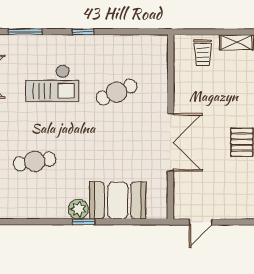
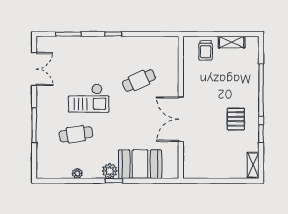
checkout: (52, 83) -> (89, 98), moved
double door: (171, 142) -> (181, 119), swing flipped
plant: (36, 212) -> (77, 173), added
door: (201, 222) -> (204, 181), removed

